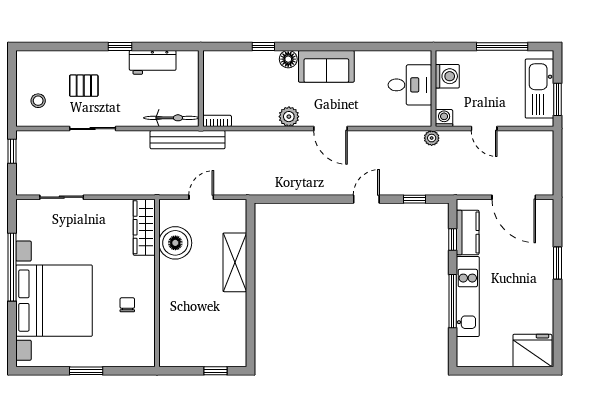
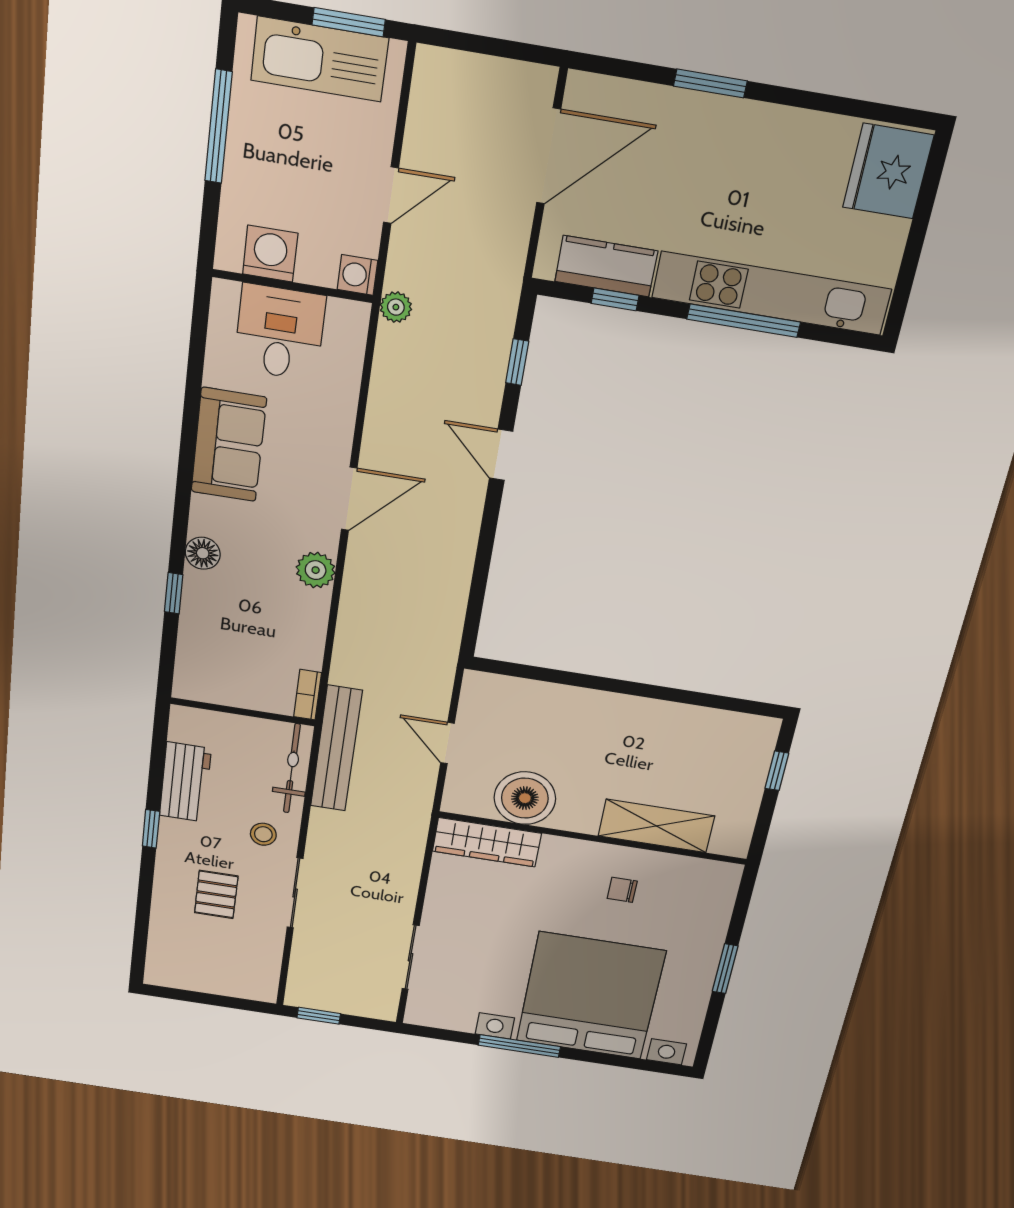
sofa: (326, 66) -> (229, 445), moved
stool: (38, 101) -> (263, 834), moved
shelving: (235, 262) -> (656, 826), moved
window: (12, 267) -> (519, 1046), width x0.68
kitchen unit: (468, 296) -> (771, 293), width x1.36

